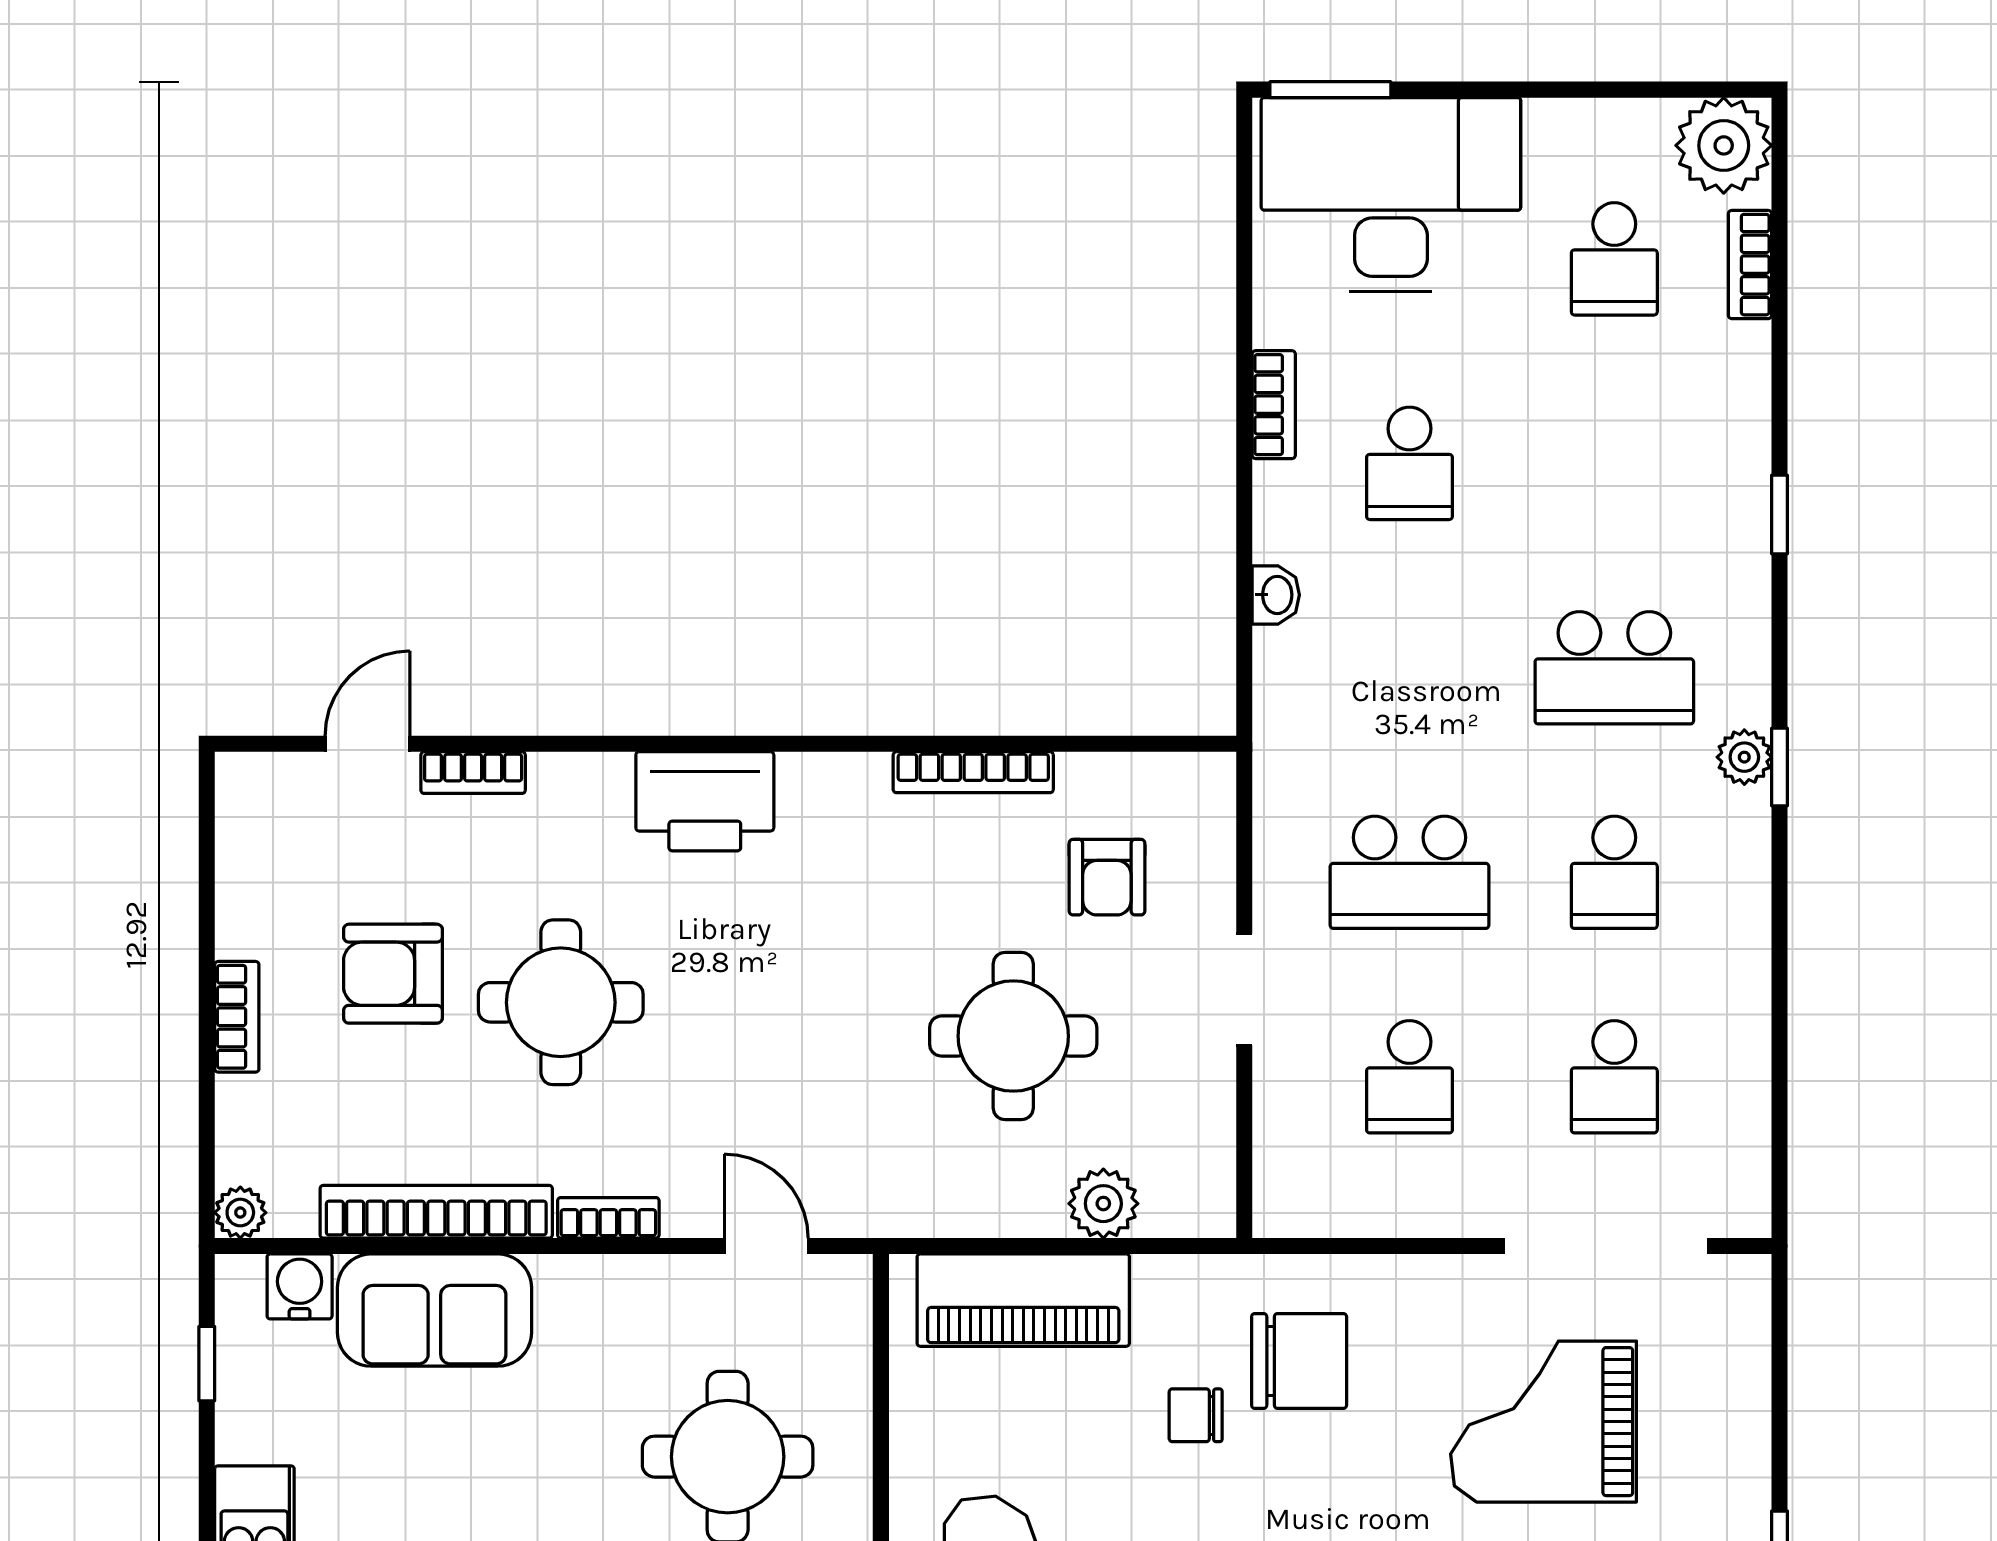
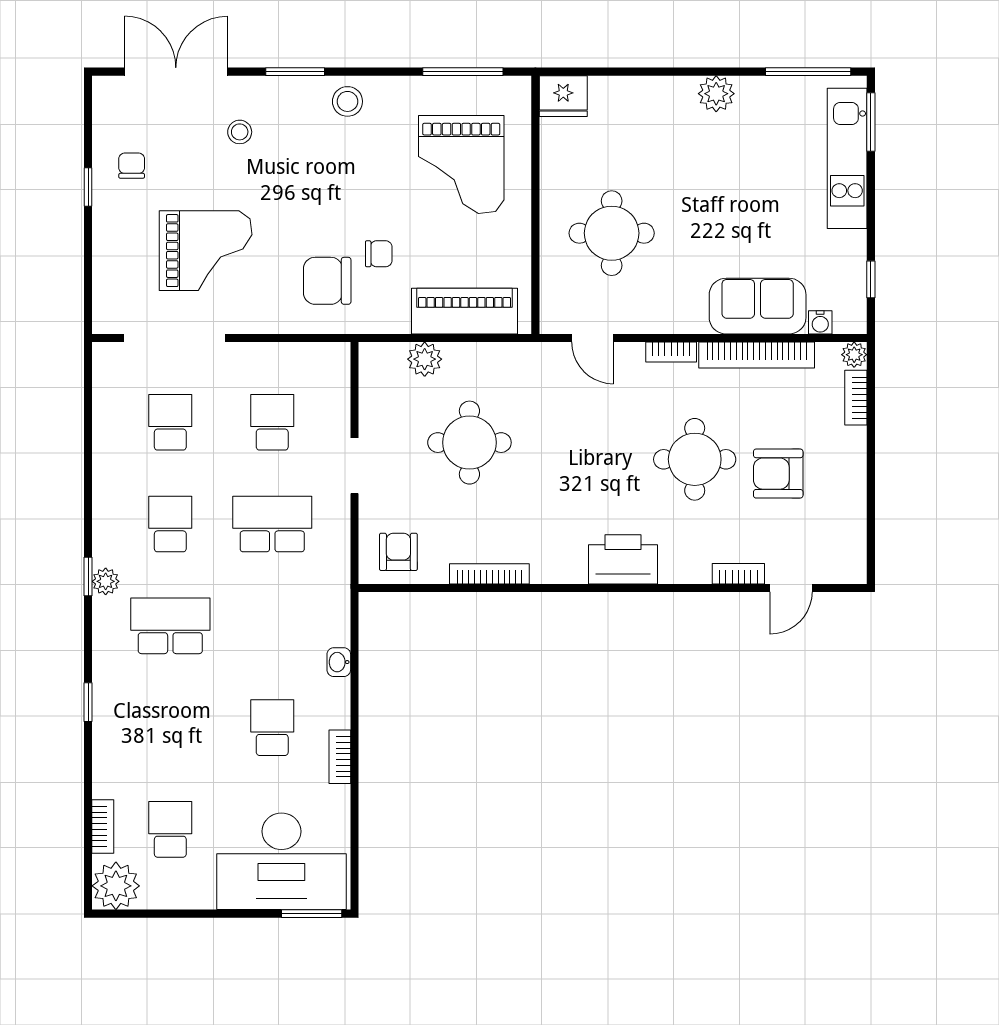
armchair: (1107, 877) -> (398, 552), moved
armchair: (393, 974) -> (778, 474), turned 180
bookcase: (237, 1017) -> (856, 398), moved
water cooler: (300, 1286) -> (820, 322), width x0.72, depth x0.72

